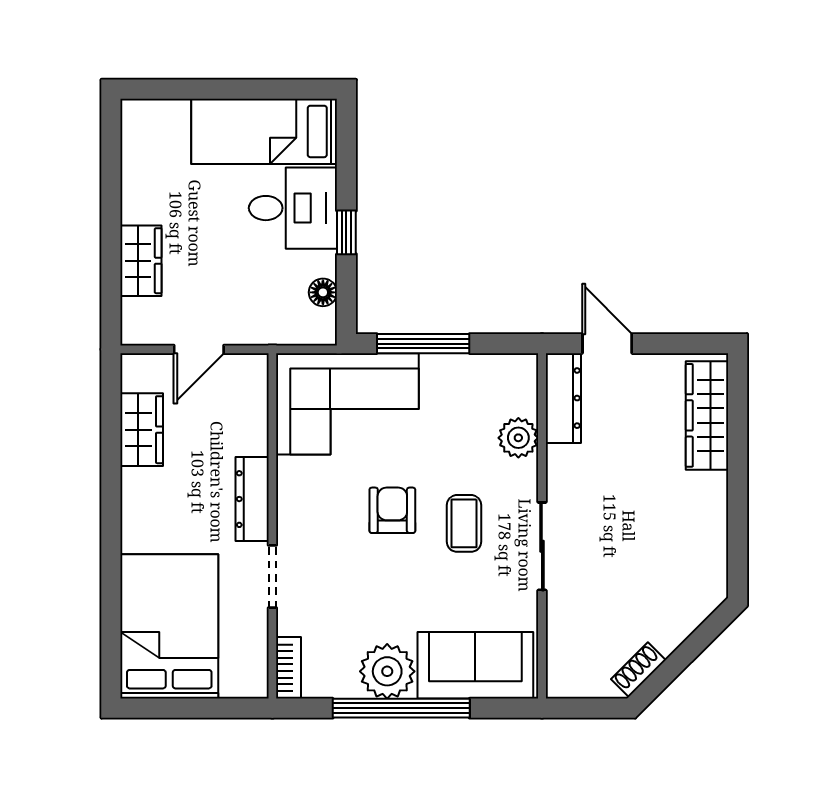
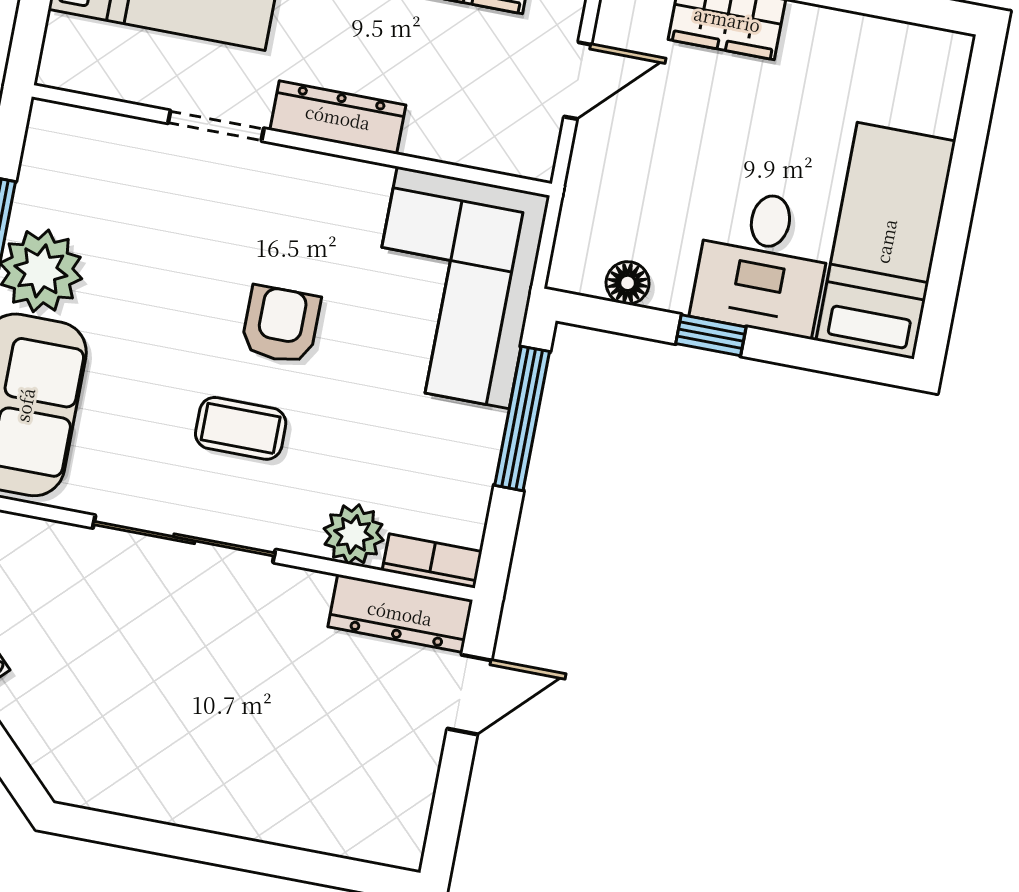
door: (199, 349) -> (578, 81), swing flipped
wardrobe: (707, 415) -> (333, 824), removed
armchair: (392, 510) -> (281, 325), turned -90
sliding door: (542, 546) -> (184, 539), width x1.37
bookcase: (289, 668) -> (432, 561), moved, turned 180

